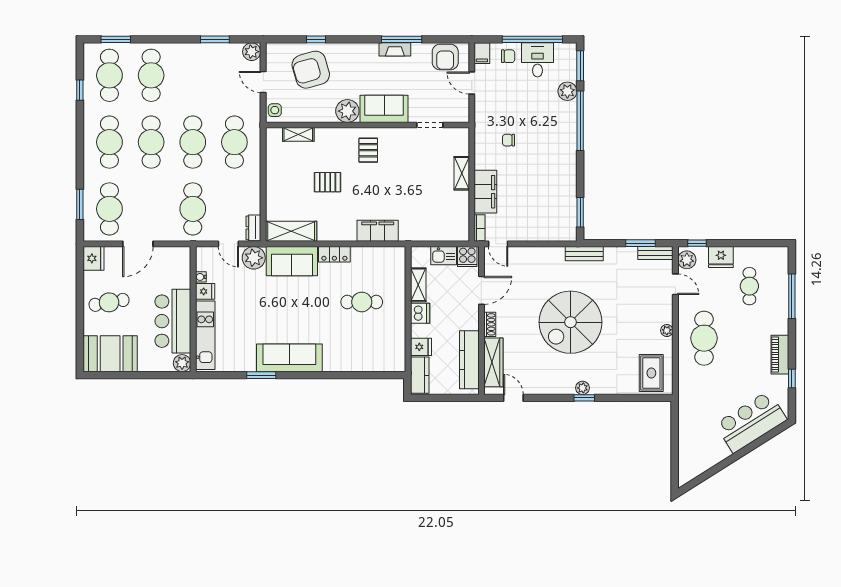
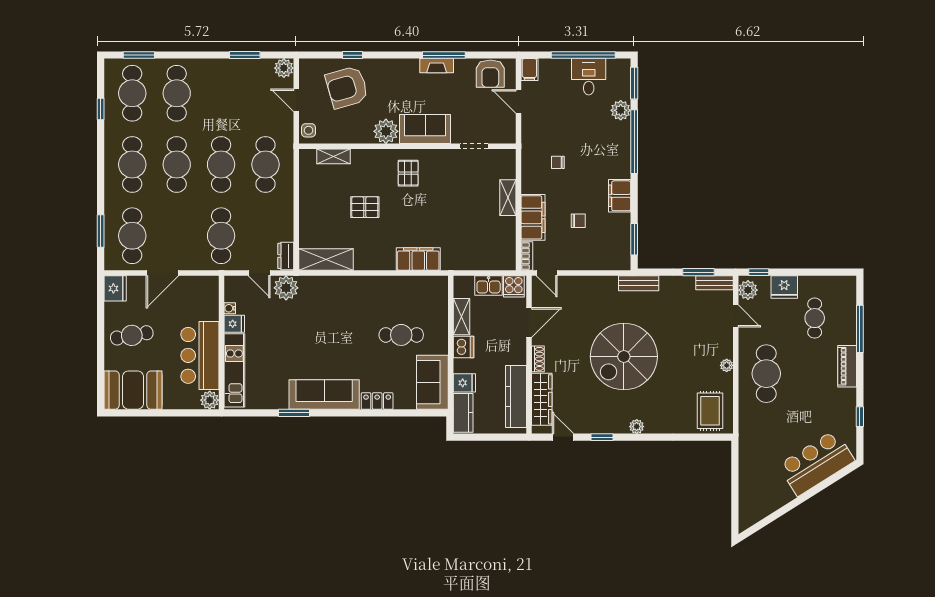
chair: (508, 56) -> (578, 221), moved
filing cabinet: (567, 172) -> (620, 196), added
locker: (334, 254) -> (377, 401), moved, turned 180
sofa: (292, 261) -> (432, 382), moved, turned 90
piano: (780, 355) -> (847, 366), moved
window: (584, 398) -> (602, 437), moved

